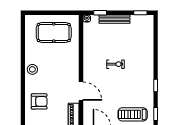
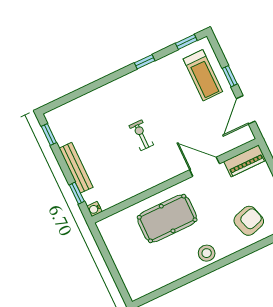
pool table: (54, 32) -> (167, 219), moved, turned 90
door: (81, 91) -> (205, 167), hinge flipped
armchair: (39, 101) -> (249, 221), turned 73

